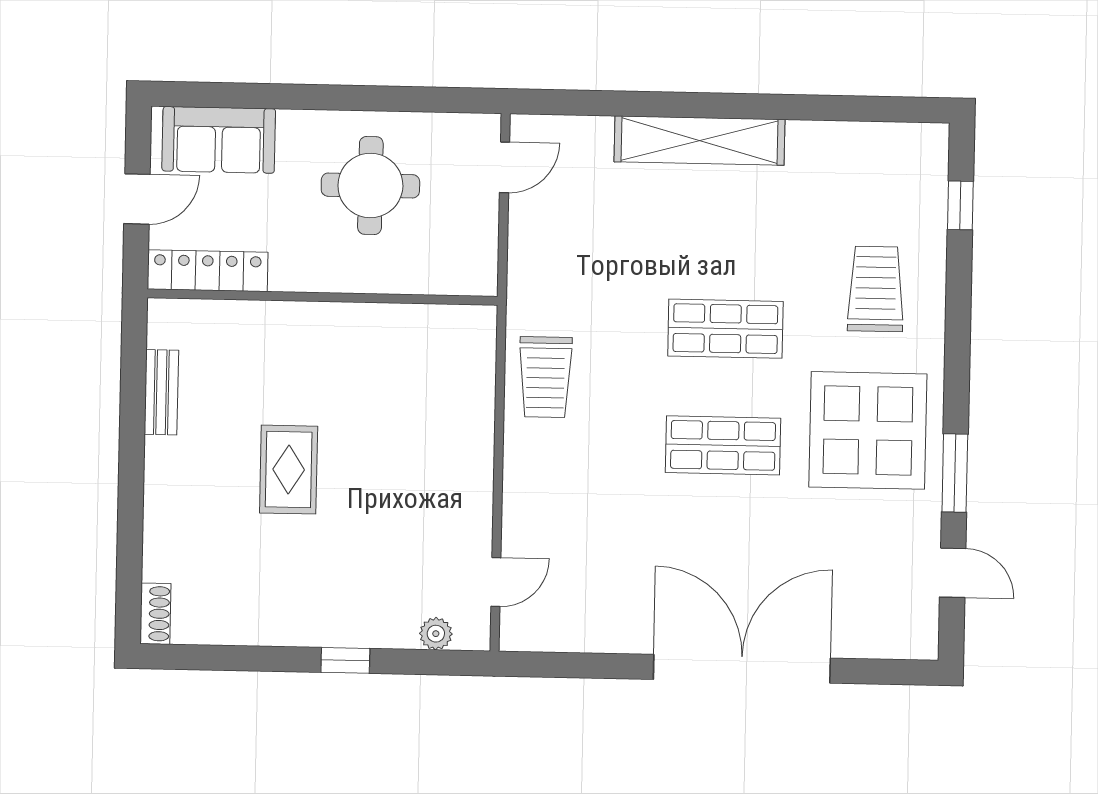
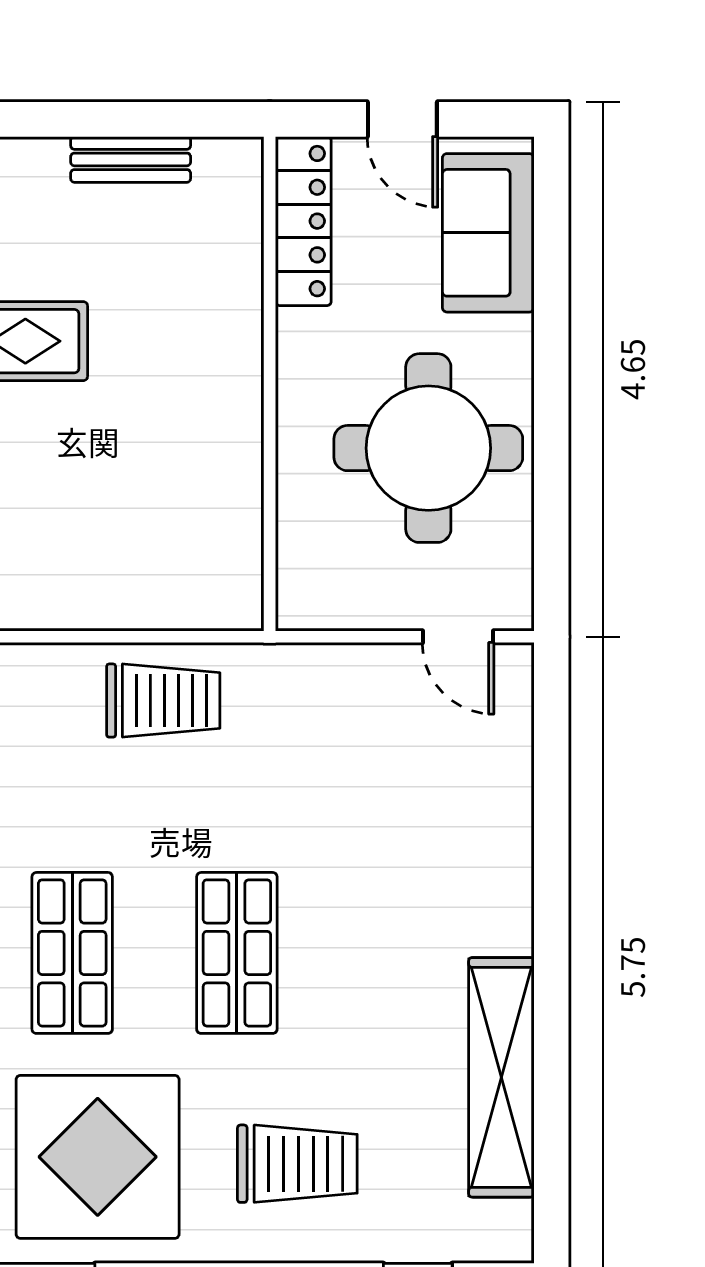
shelving: (700, 141) -> (501, 1077), moved
round table: (370, 185) -> (428, 448), width x1.36, depth x1.36
trolley: (545, 377) -> (163, 701), turned 180

